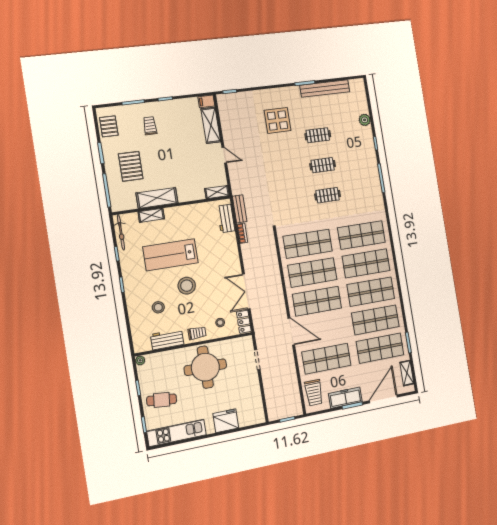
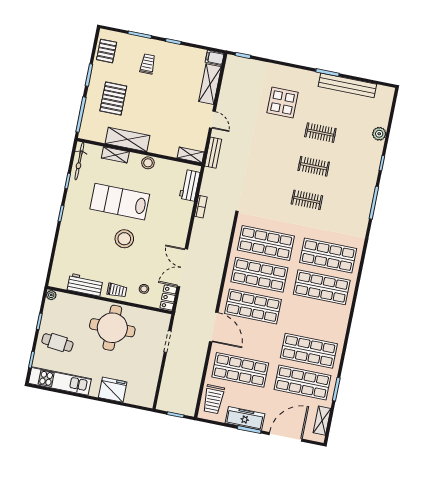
bench: (240, 209) -> (213, 153), moved
shop shelf: (371, 292) -> (315, 319), removed
stool: (158, 307) -> (148, 163), moved

